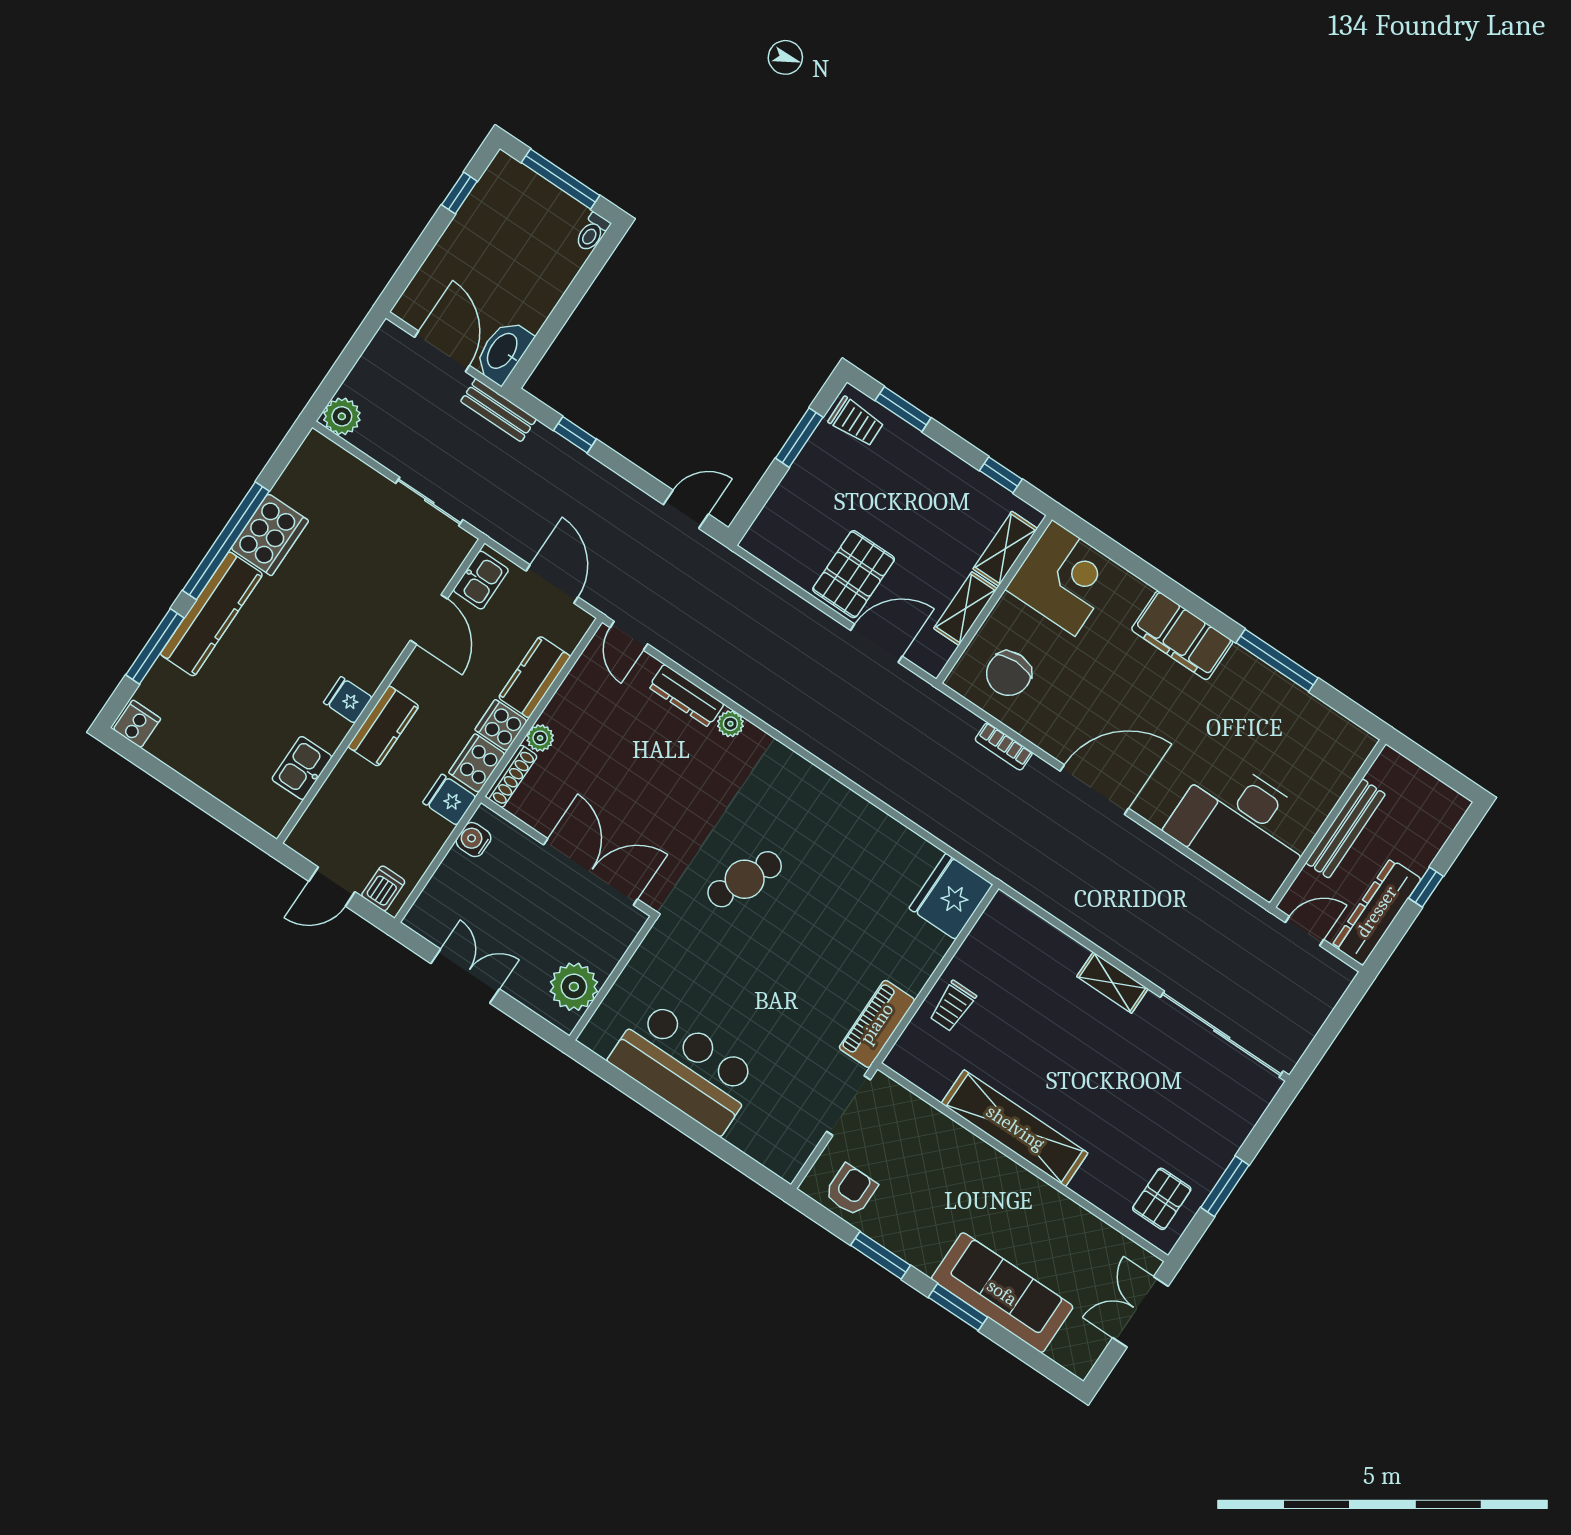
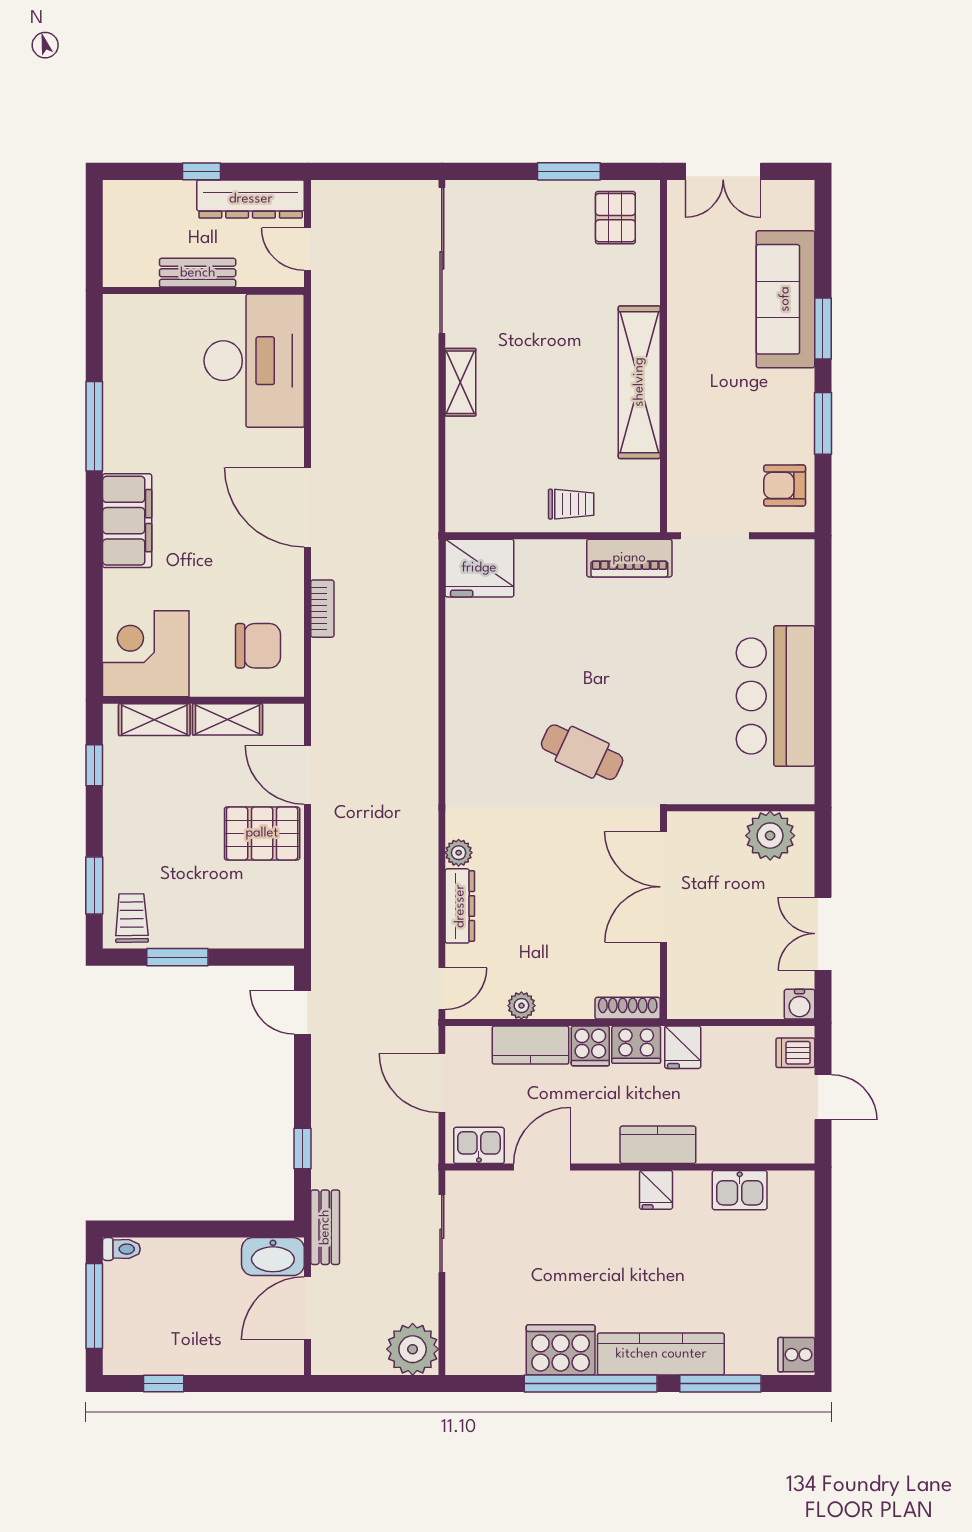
plant: (342, 416) -> (413, 1349), width x1.36, depth x1.36
door: (552, 584) -> (442, 1083), hinge flipped
plant: (540, 738) -> (521, 1006), moved
bench: (1346, 828) -> (198, 273), width x0.73
water cooler: (474, 840) -> (800, 1004), moved
pallet: (1162, 1199) -> (615, 218), turned 90

